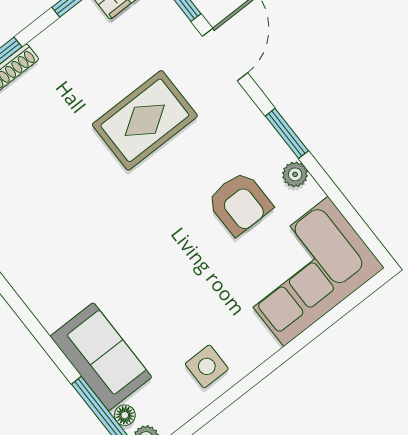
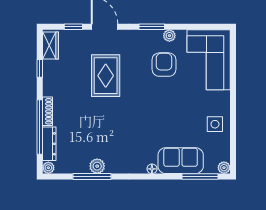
armchair: (240, 203) -> (164, 65), turned -90
floor lamp: (125, 415) -> (152, 169), moved

